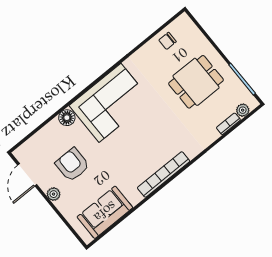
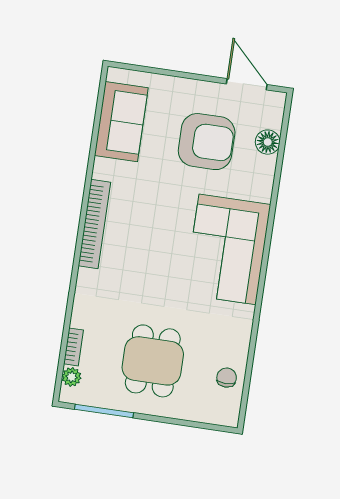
floor lamp: (67, 118) -> (268, 142), moved
armchair: (72, 165) -> (207, 142), width x1.36, depth x1.36
plant: (54, 194) -> (197, 89), removed

